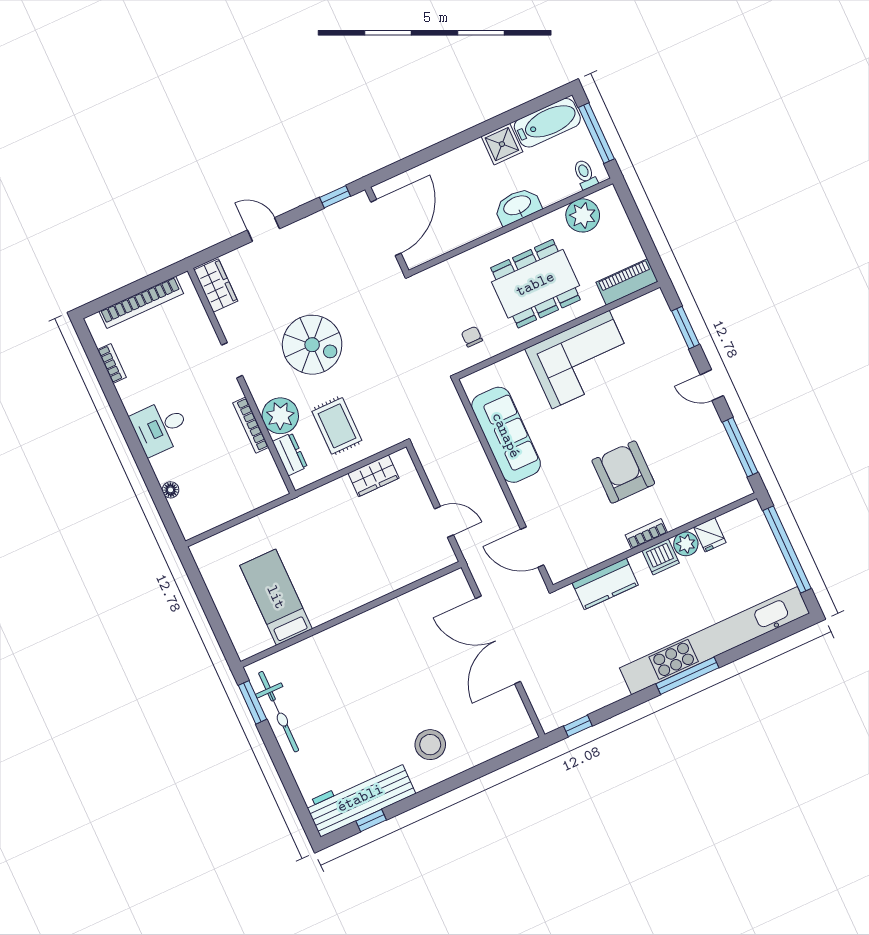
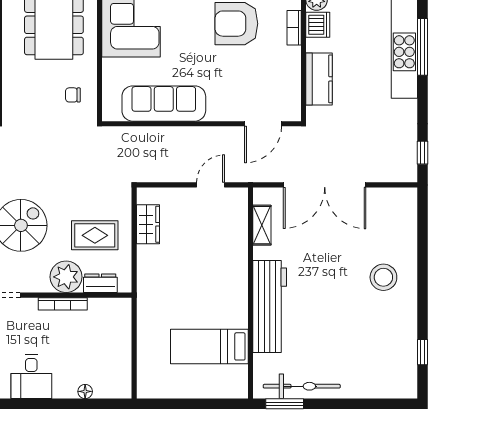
shelving: (427, 594) -> (262, 225), added
workbench: (360, 798) -> (270, 307), moved, turned 180

